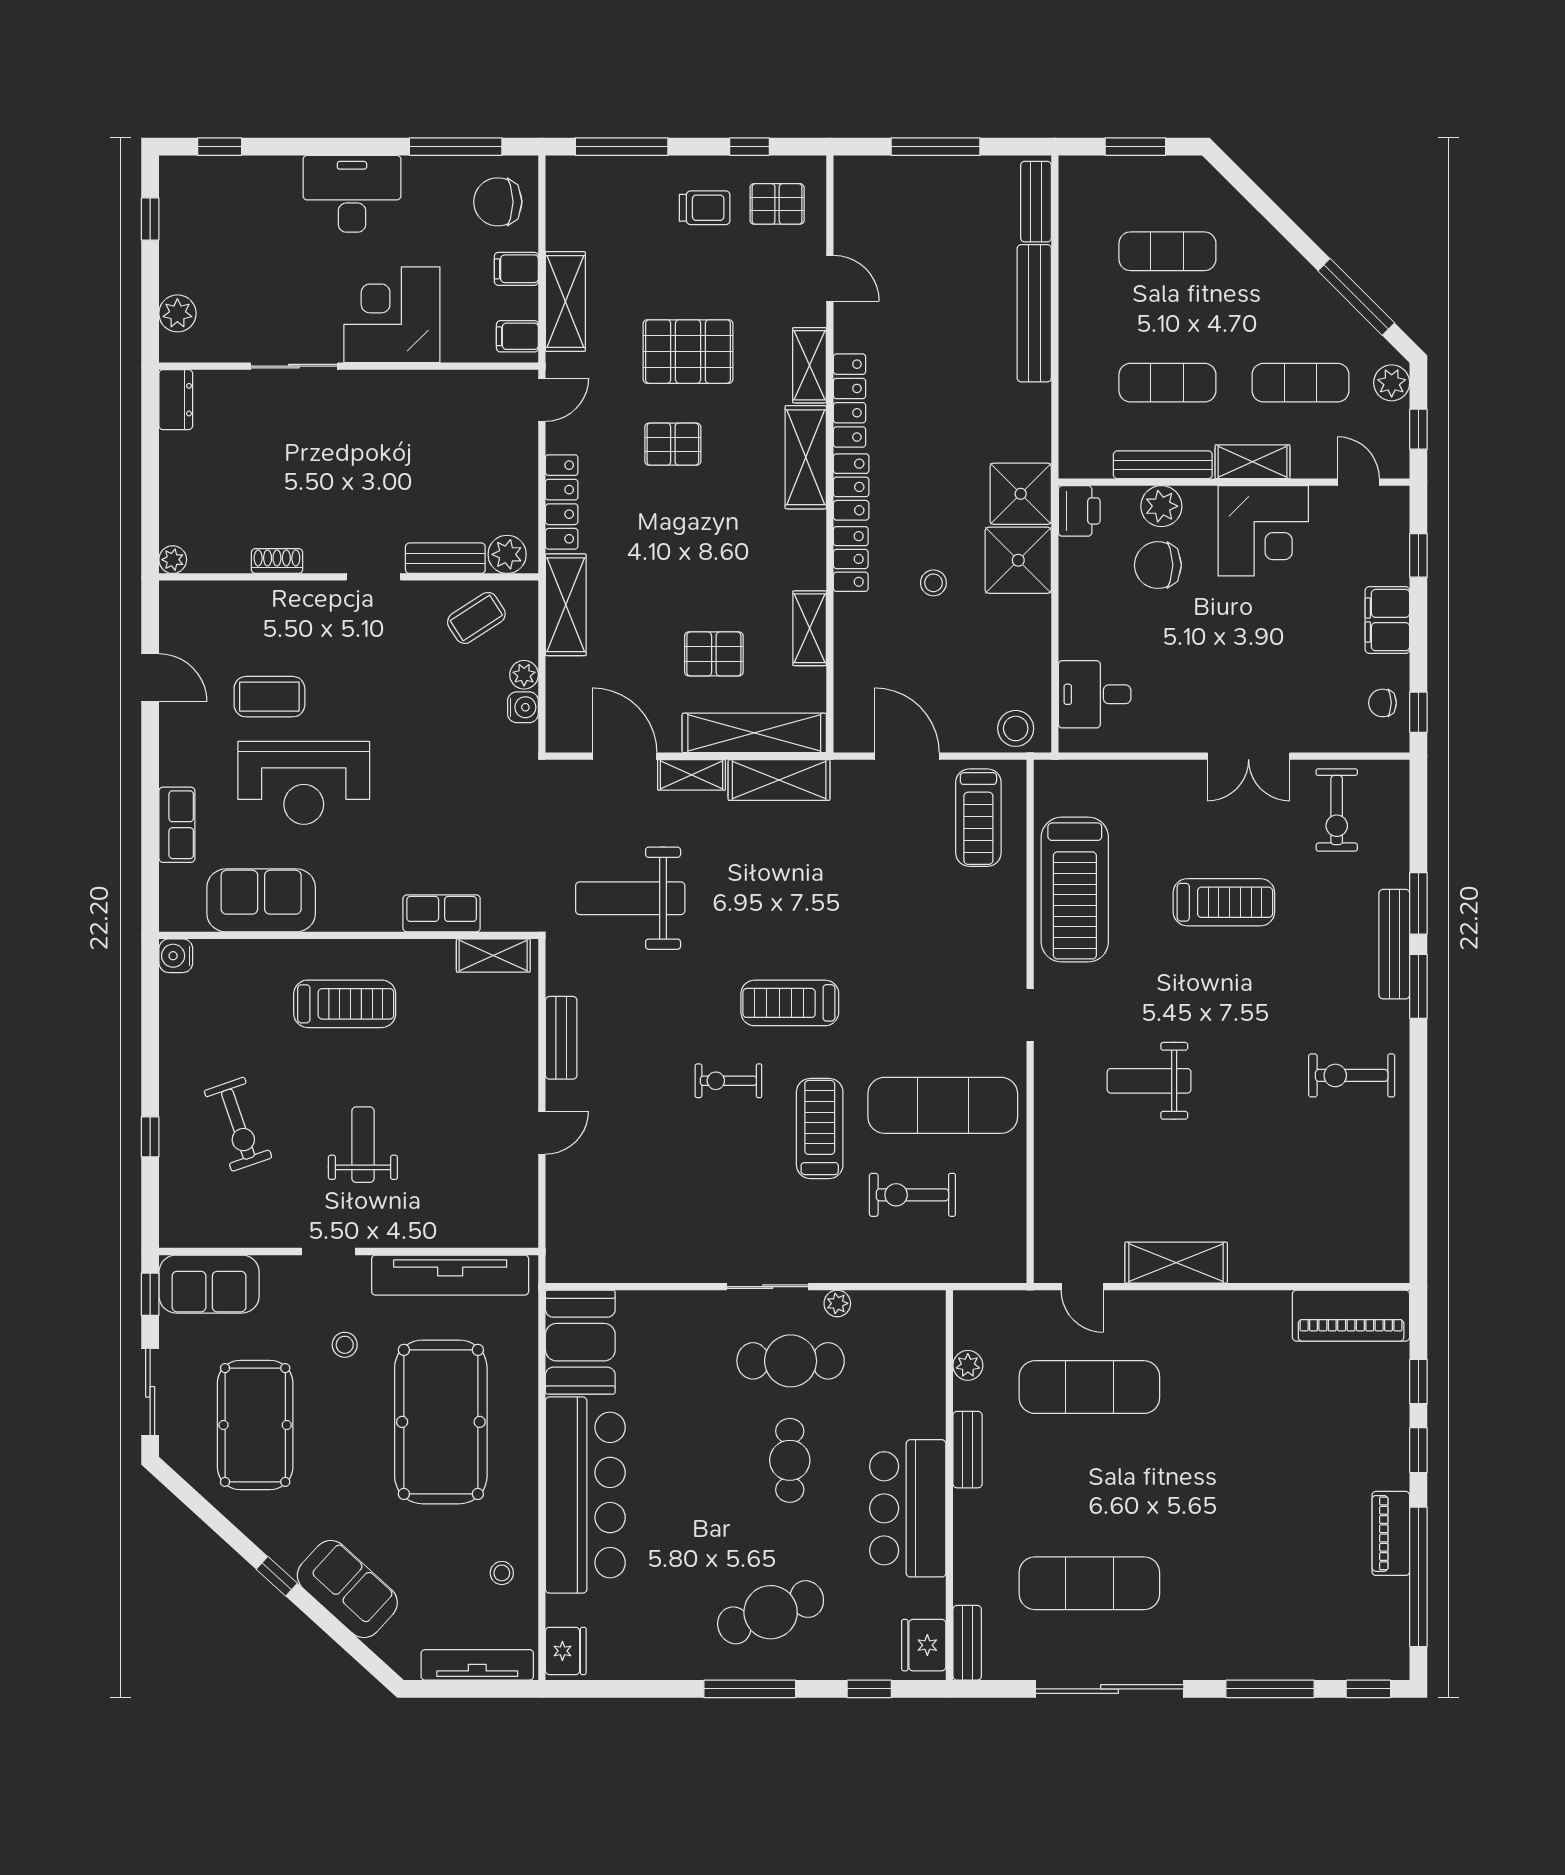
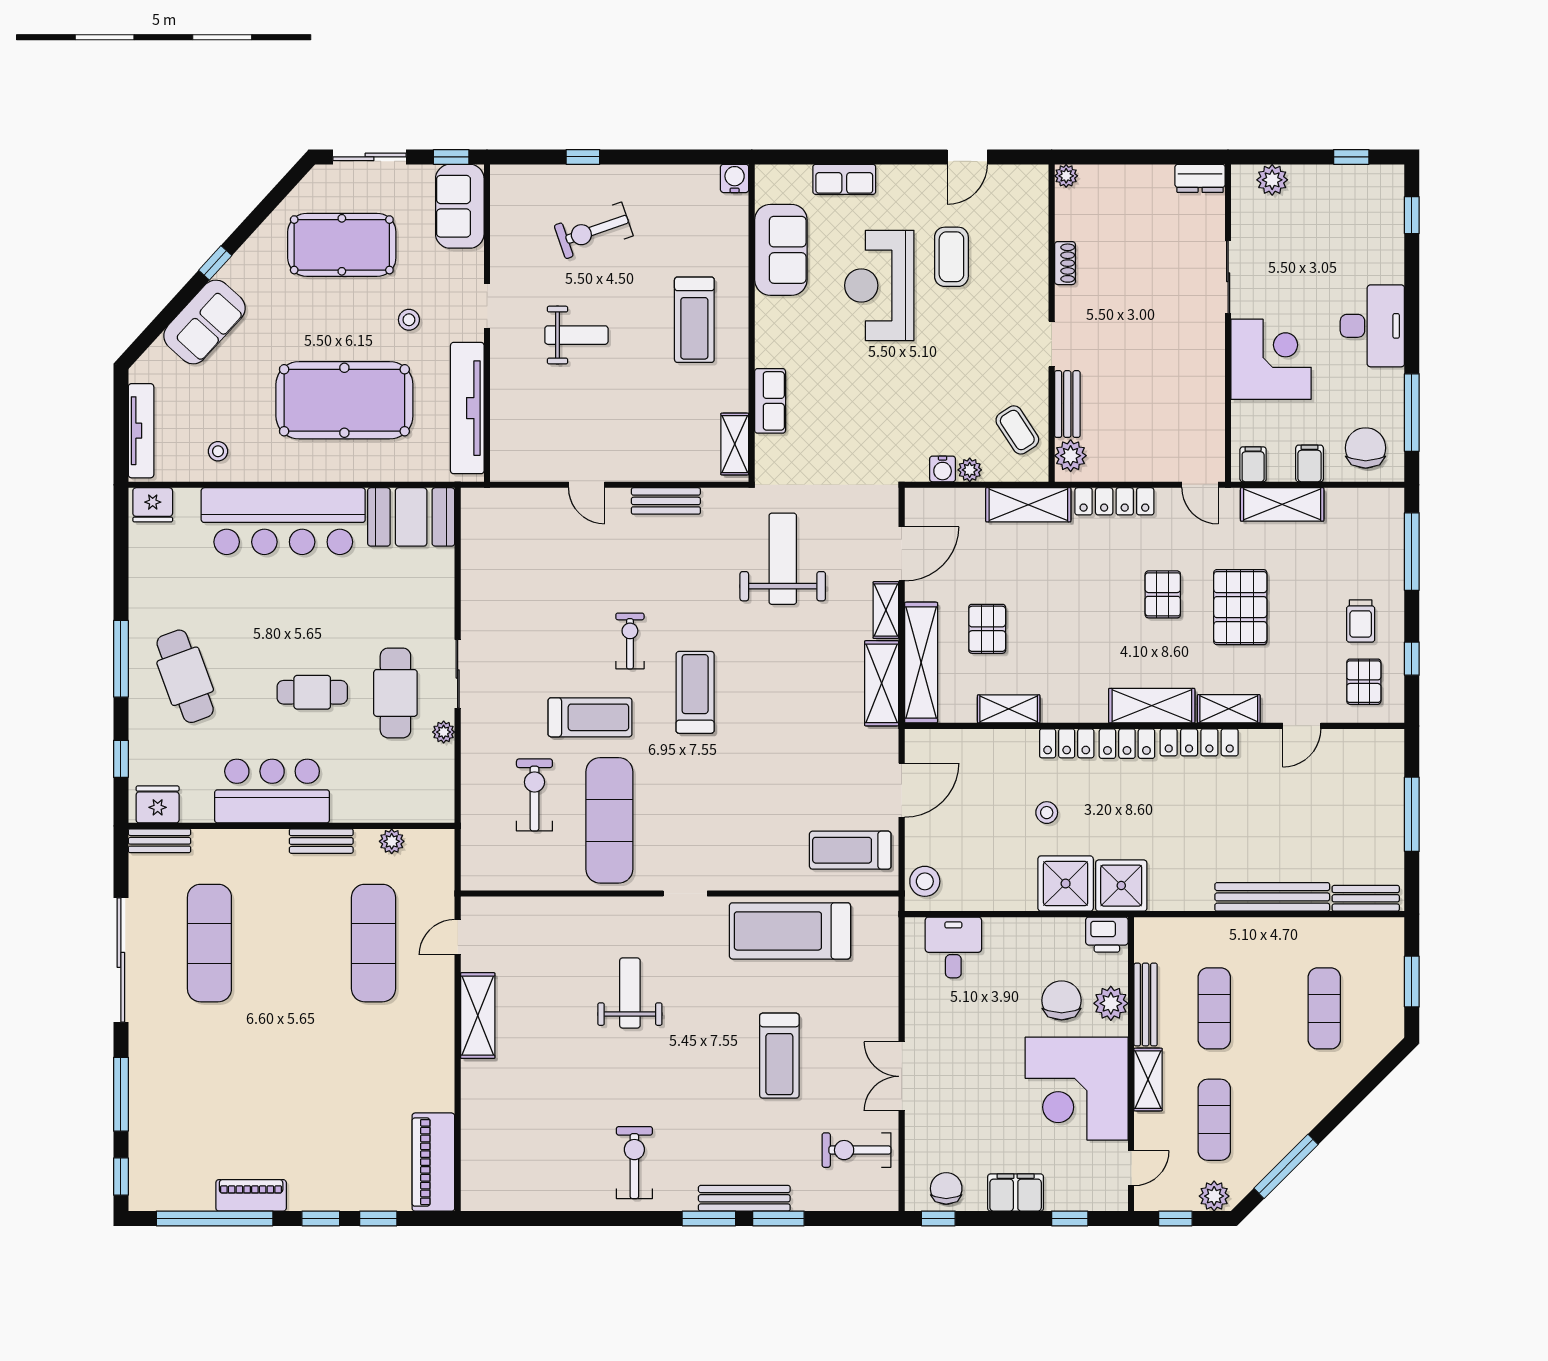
corner desk: (1263, 531) -> (1077, 1089), width x1.36, depth x1.36
chair: (1383, 703) -> (946, 1188), width x1.37, depth x1.37

